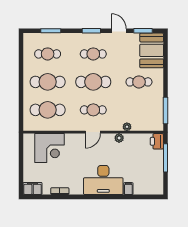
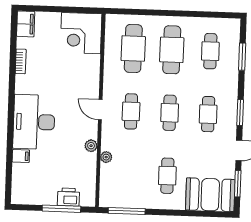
cafe table: (93, 82) -> (170, 113), width x0.73, depth x0.74
printer: (157, 141) -> (68, 197), moved
corner desk: (50, 148) -> (81, 33), moved

